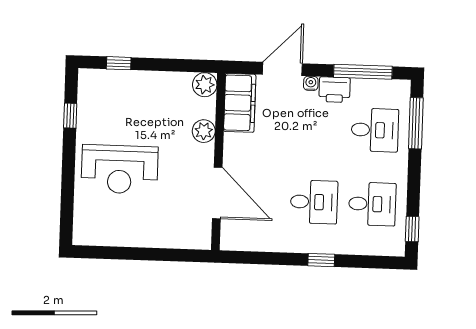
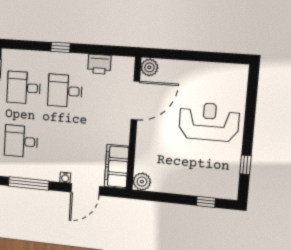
printer: (335, 90) -> (99, 64), moved, turned 180
plant: (204, 131) -> (149, 67), moved
door: (217, 193) -> (135, 100), swing flipped

